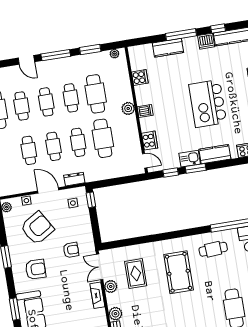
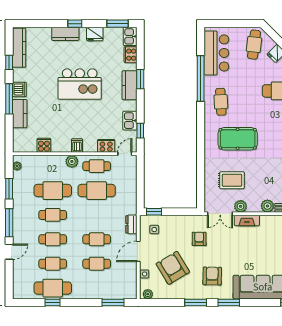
dishwasher: (206, 41) -> (19, 89), moved
cafe table: (78, 142) -> (97, 166), moved
kitchen sink: (190, 159) -> (130, 121), moved
window: (196, 168) -> (140, 79), moved
window: (15, 309) -> (229, 302), moved

